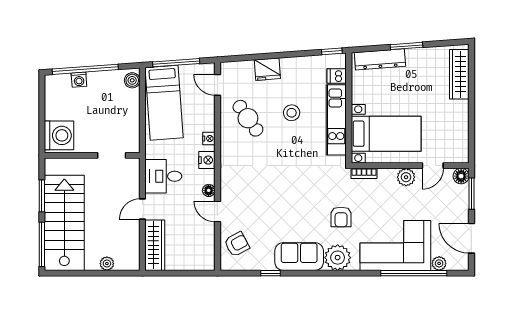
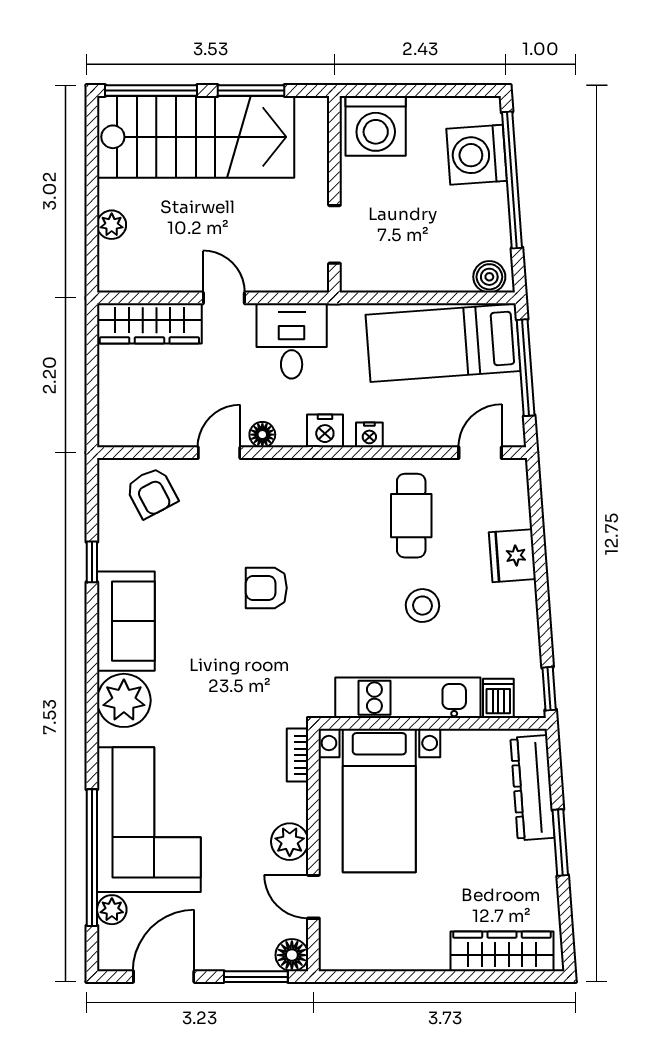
washing machine: (79, 80) -> (477, 155), width x1.89, depth x1.89
cafe table: (248, 118) -> (411, 516), turned -55
armchair: (341, 217) -> (266, 588), moved

